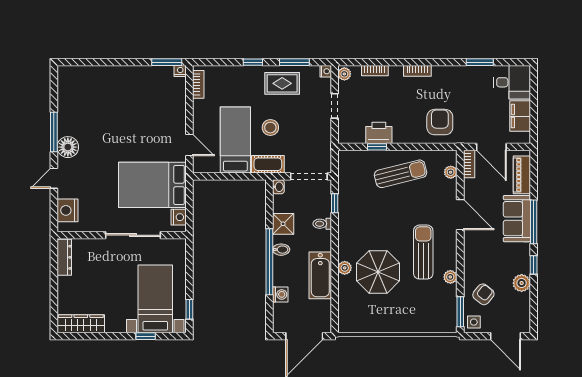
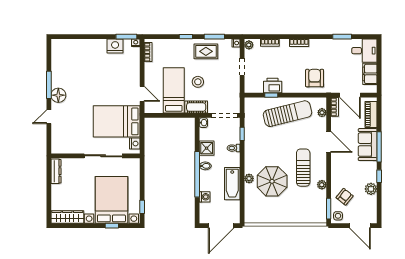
sun lounger: (401, 174) -> (288, 114), width x1.36, depth x1.34
nightstand: (68, 210) -> (115, 46), moved, turned 90
bed with nightstands: (155, 299) -> (111, 200), width x1.36

